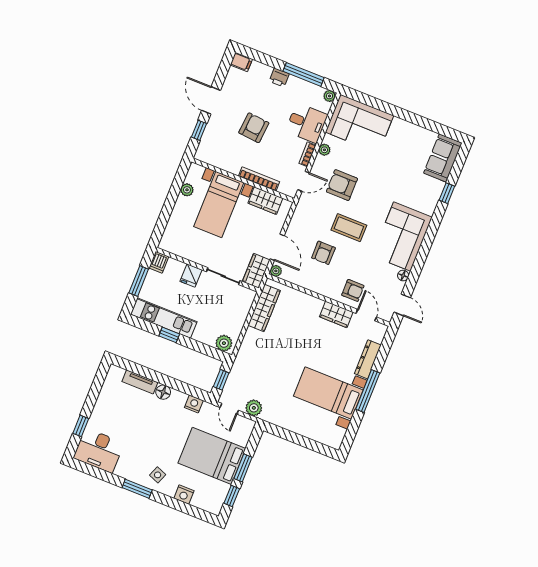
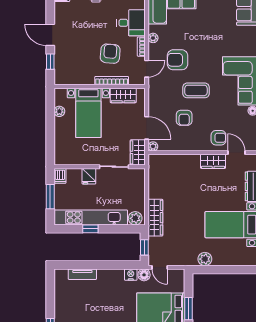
armchair: (254, 128) -> (110, 54), moved
wardrobe: (264, 308) -> (155, 218), moved
kitchen unit: (164, 318) -> (91, 217), width x1.36
floor lamp: (163, 392) -> (144, 275), moved
plant: (254, 408) -> (205, 259), moved

